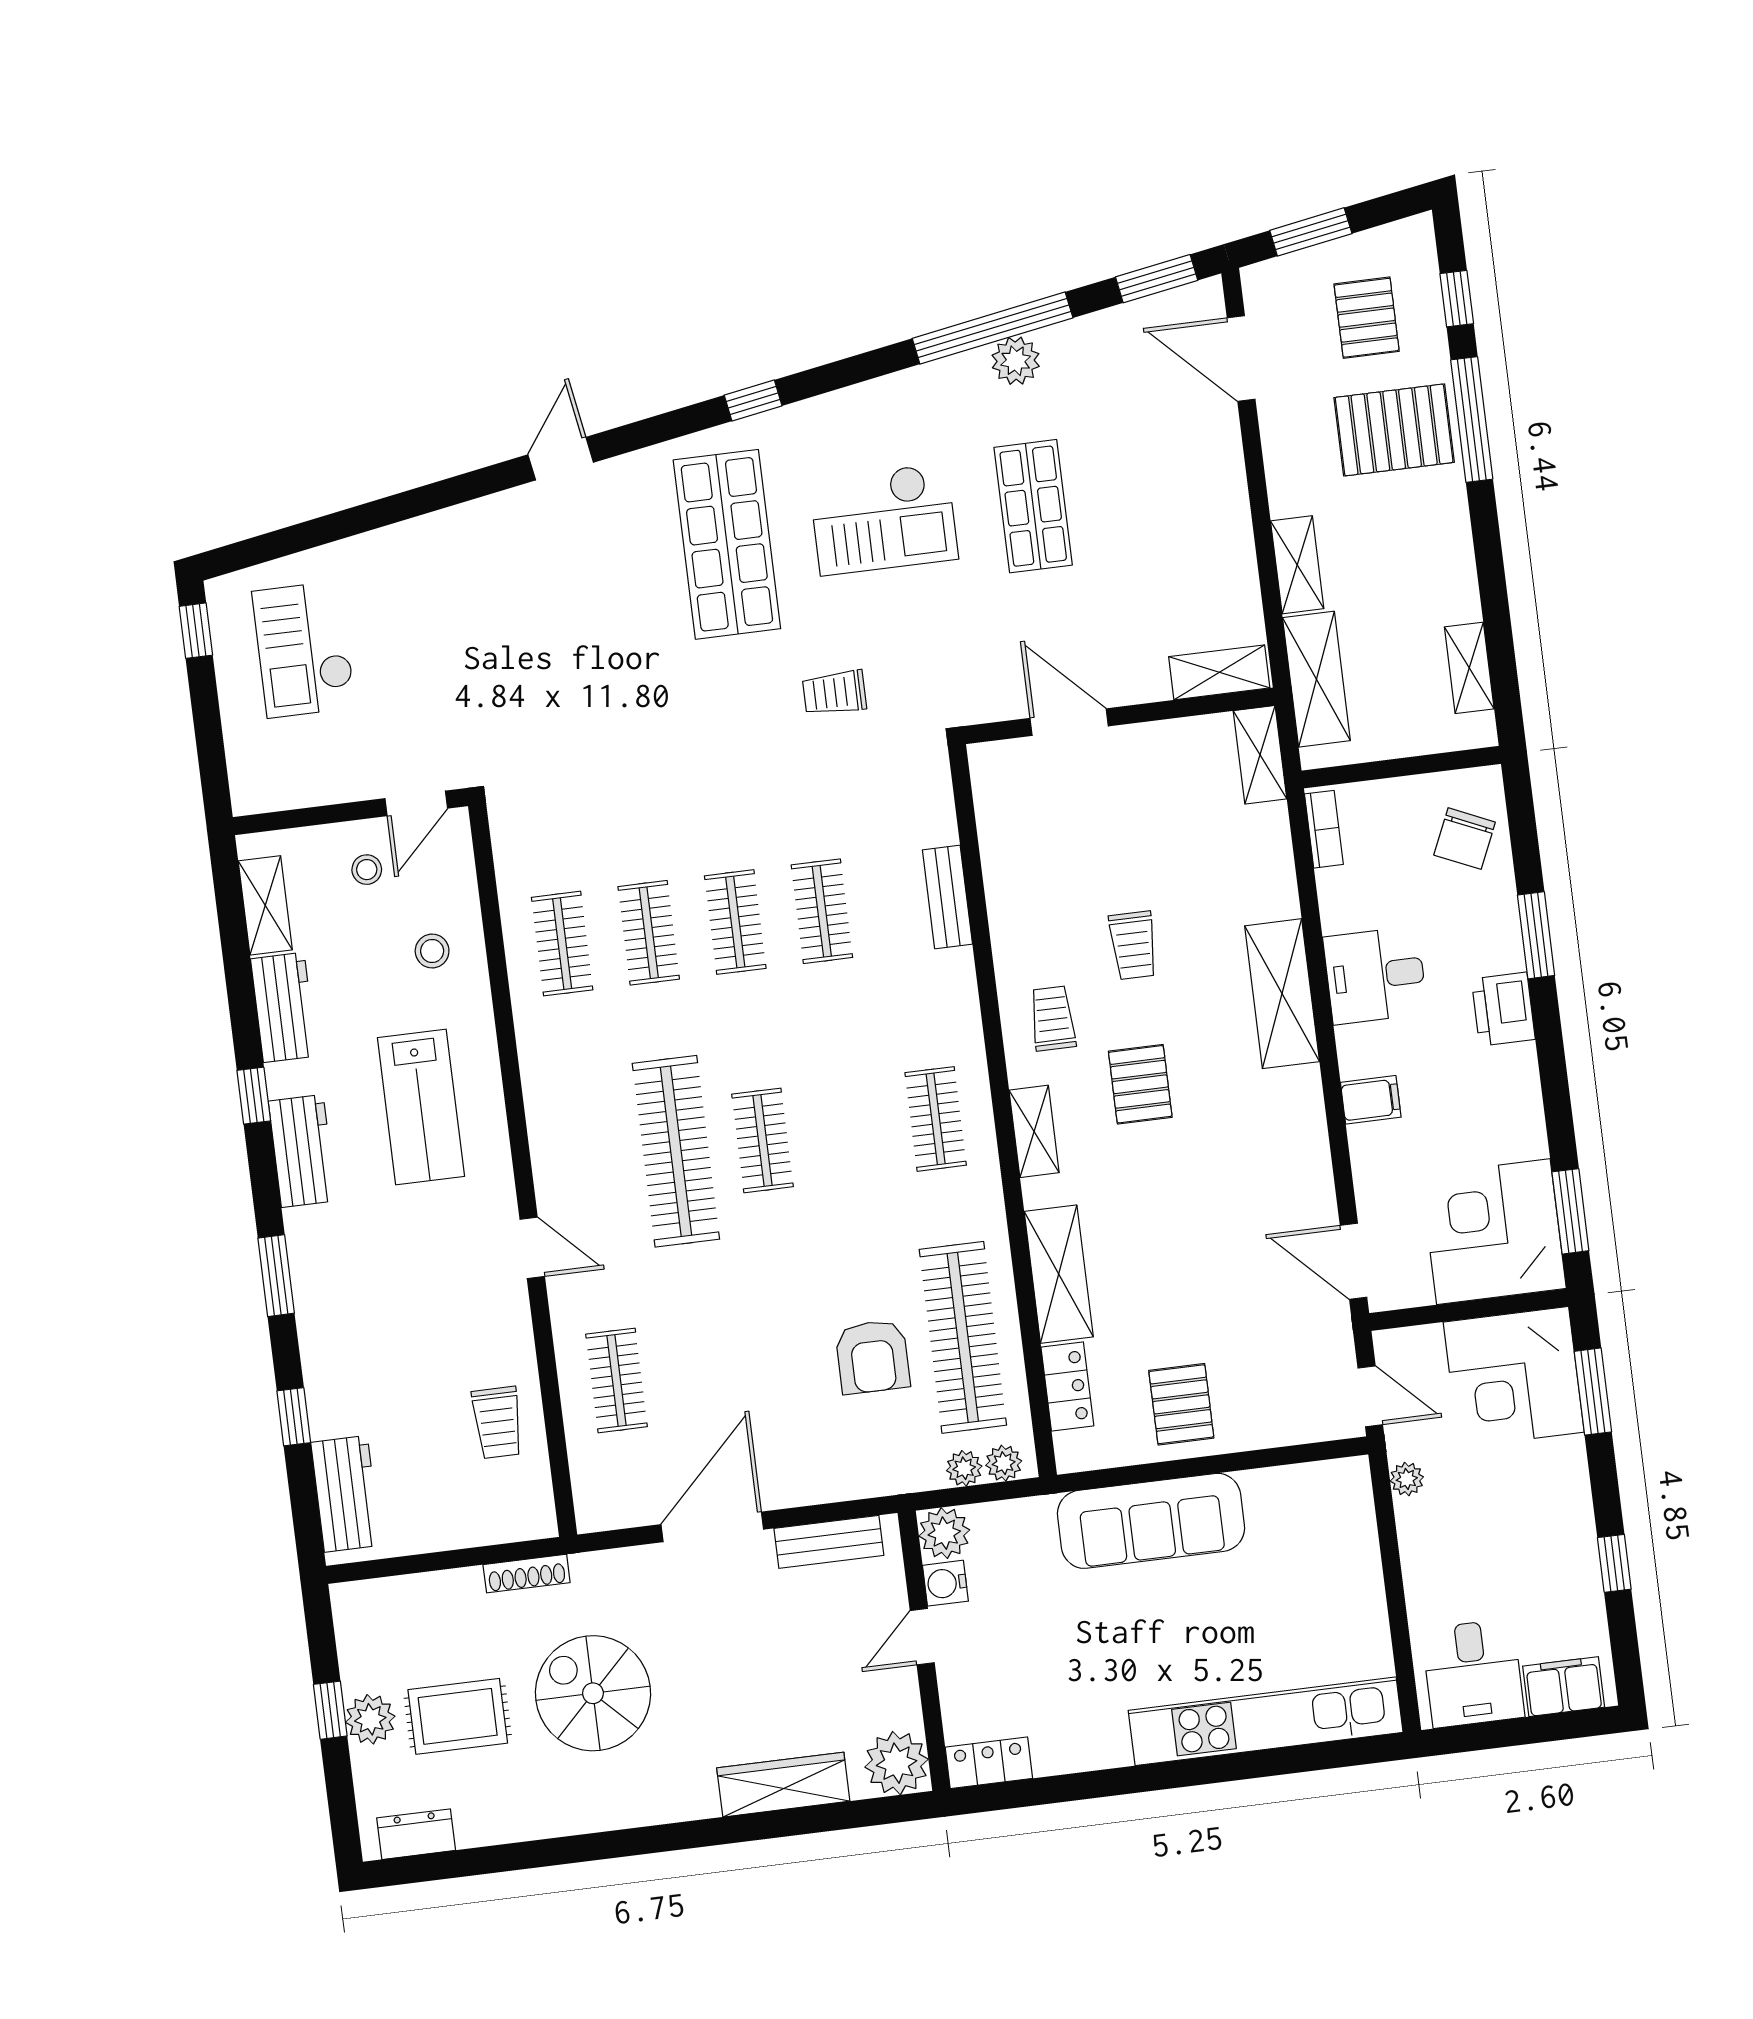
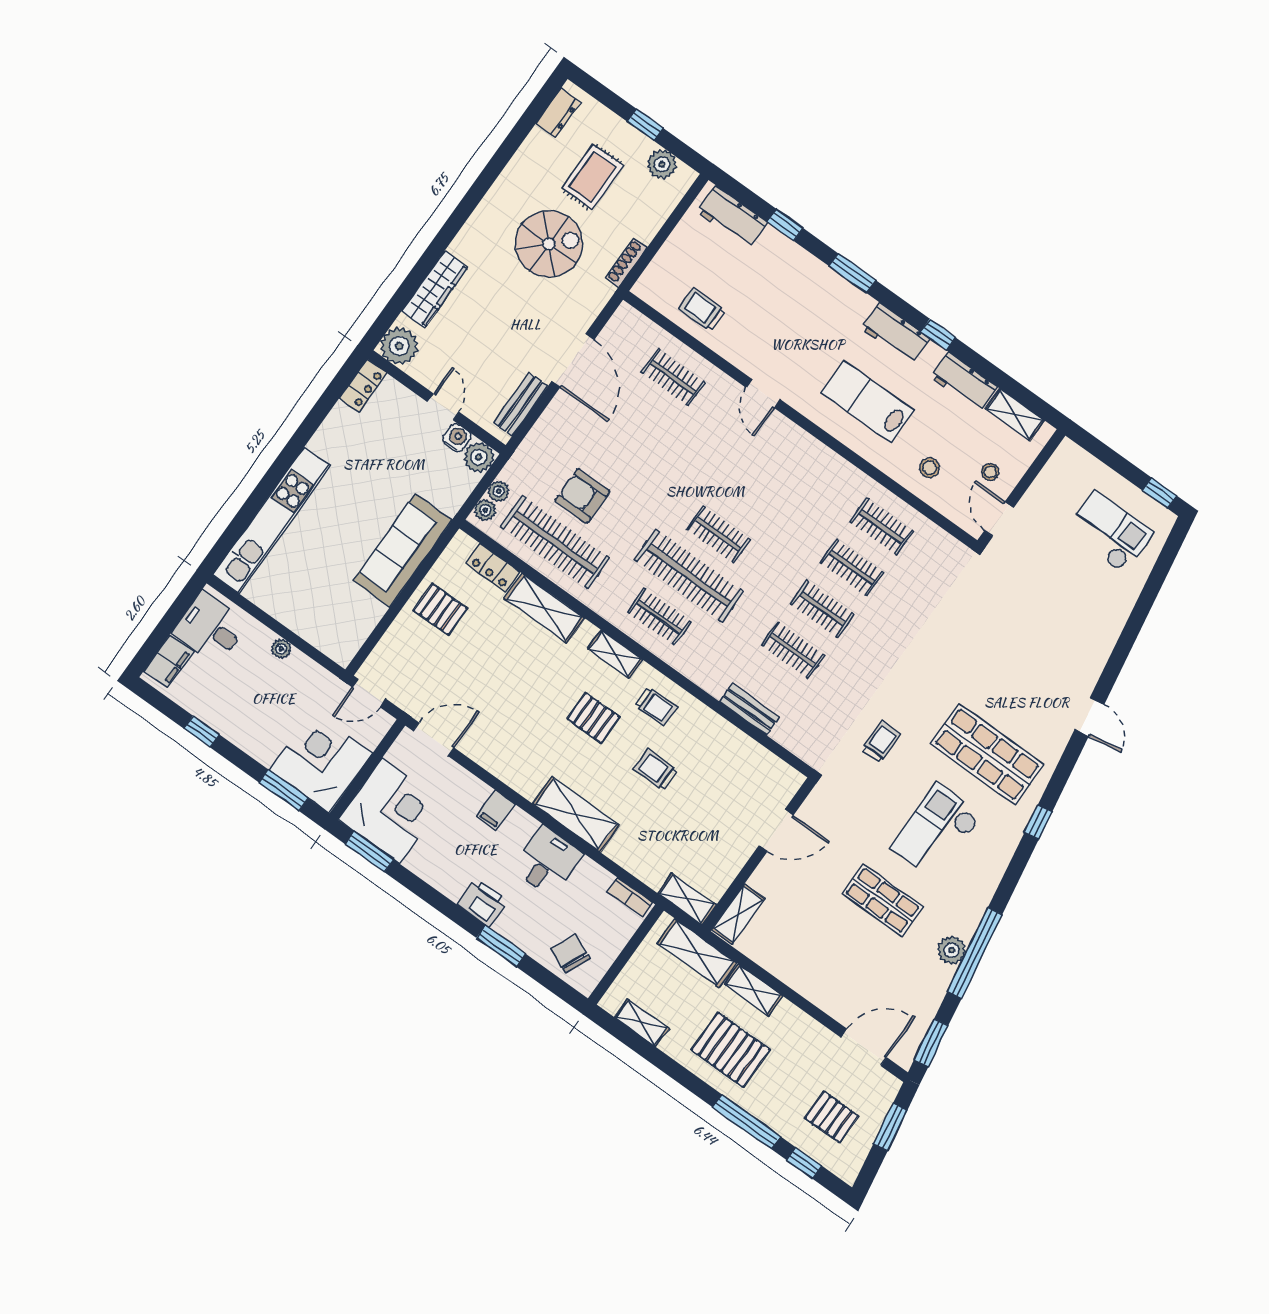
pallet: (1394, 430) -> (731, 1050), moved, turned 90
clothes rail: (676, 1151) -> (689, 576), moved
door: (532, 1248) -> (763, 393), hinge flipped
plant: (1407, 1479) -> (281, 649), moved
plant: (370, 1719) -> (662, 164), moved

